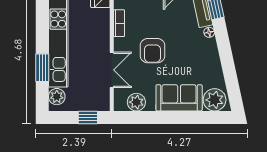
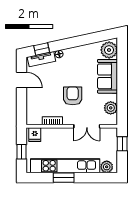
armchair: (153, 51) -> (73, 96), turned -90
window: (42, 68) -> (64, 178), moved
double door: (112, 70) -> (87, 126), swing flipped

